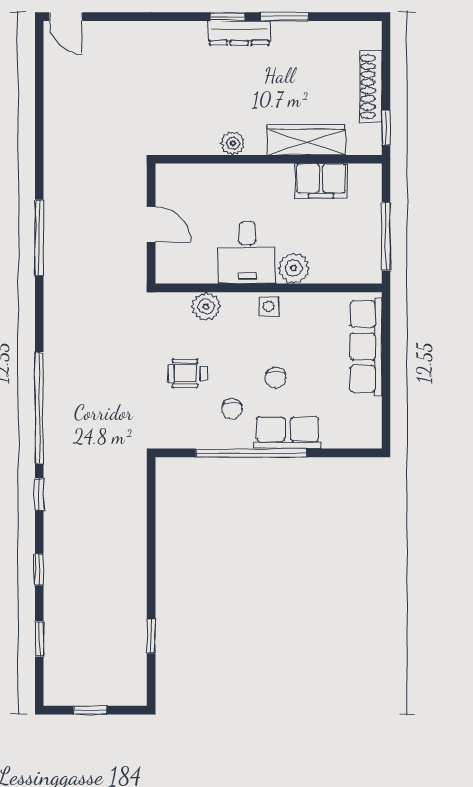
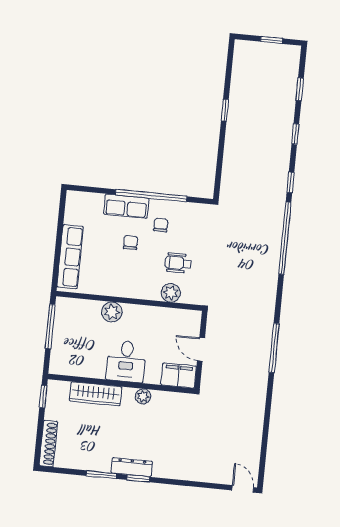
shoe rack: (371, 87) -> (48, 444), moved
filing cabinet: (321, 181) -> (179, 376), moved
desk: (247, 253) -> (126, 361), moved, turned 180
side table: (269, 306) -> (130, 289), removed
wheelchair: (188, 373) -> (178, 263), moved, turned 180
window: (151, 636) -> (225, 110), moved

